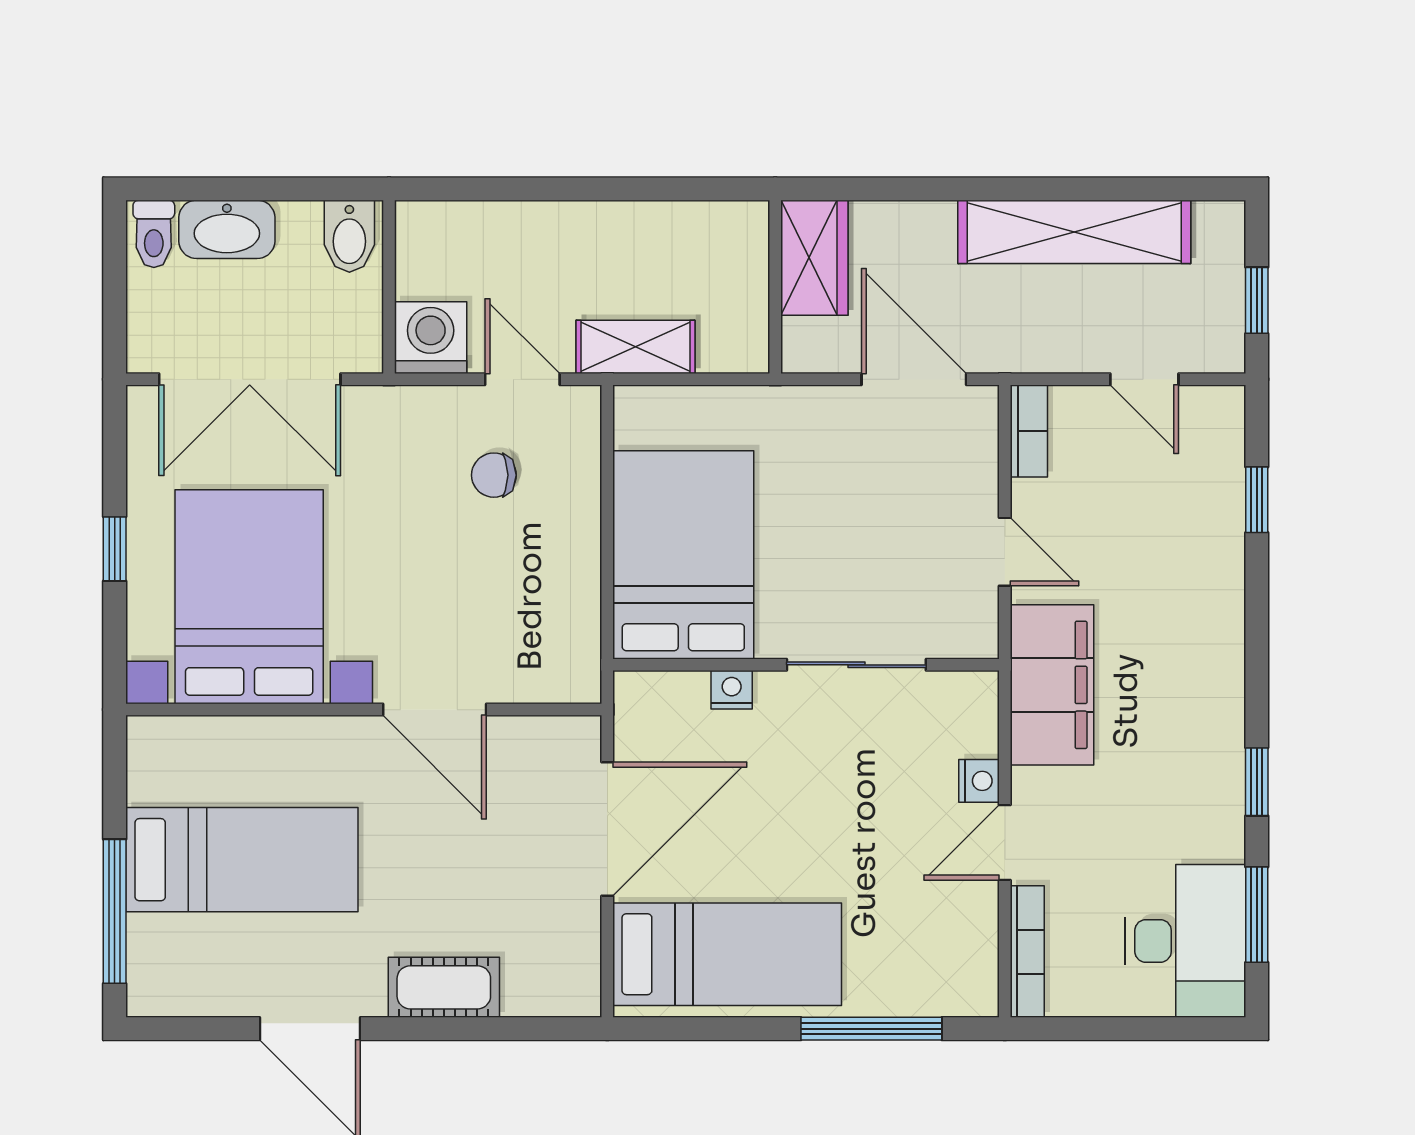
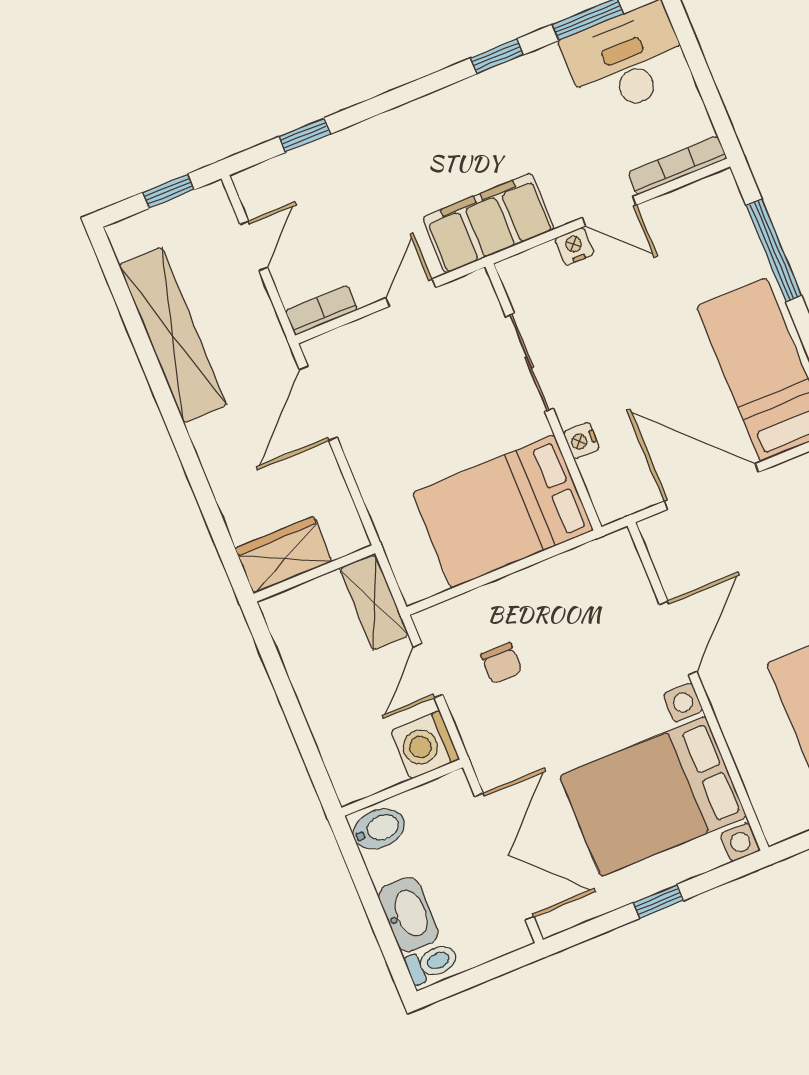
wardrobe: (814, 258) -> (284, 555), moved
wall: (775, 287) -> (314, 573), moved

